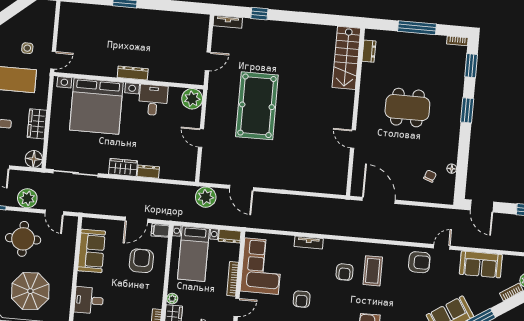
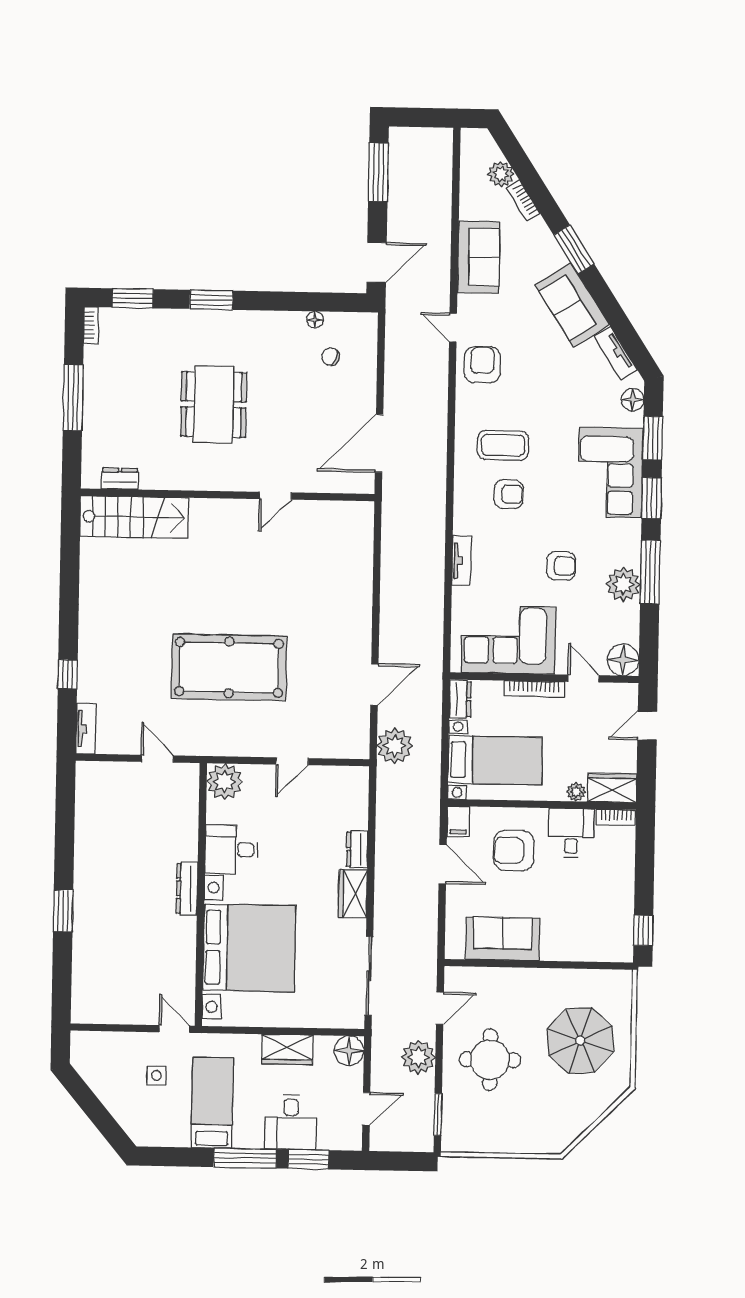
desk: (89, 300) -> (571, 833), moved, turned 180

